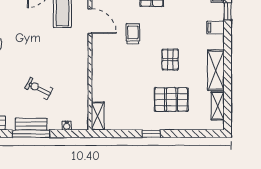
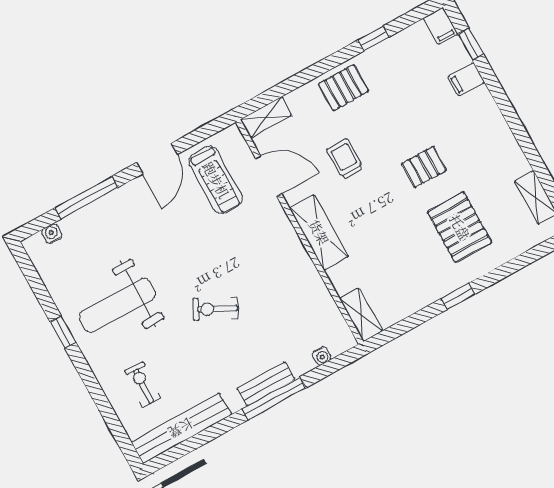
pallet: (170, 60) -> (424, 167), turned 90
shelving: (216, 70) -> (319, 232), moved
exercise bike: (39, 89) -> (215, 309), moved
pallet: (171, 100) -> (460, 227), turned 90

